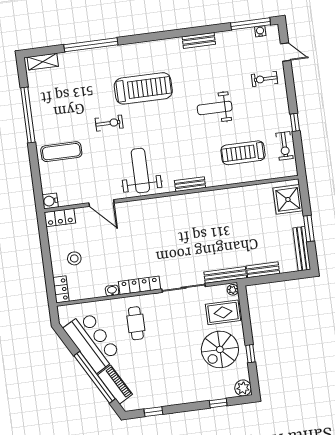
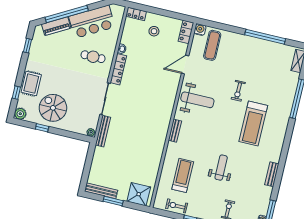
exercise mat: (61, 152) -> (212, 45), moved
bench: (263, 270) -> (97, 158), removed
rug: (223, 312) -> (31, 84), moved

